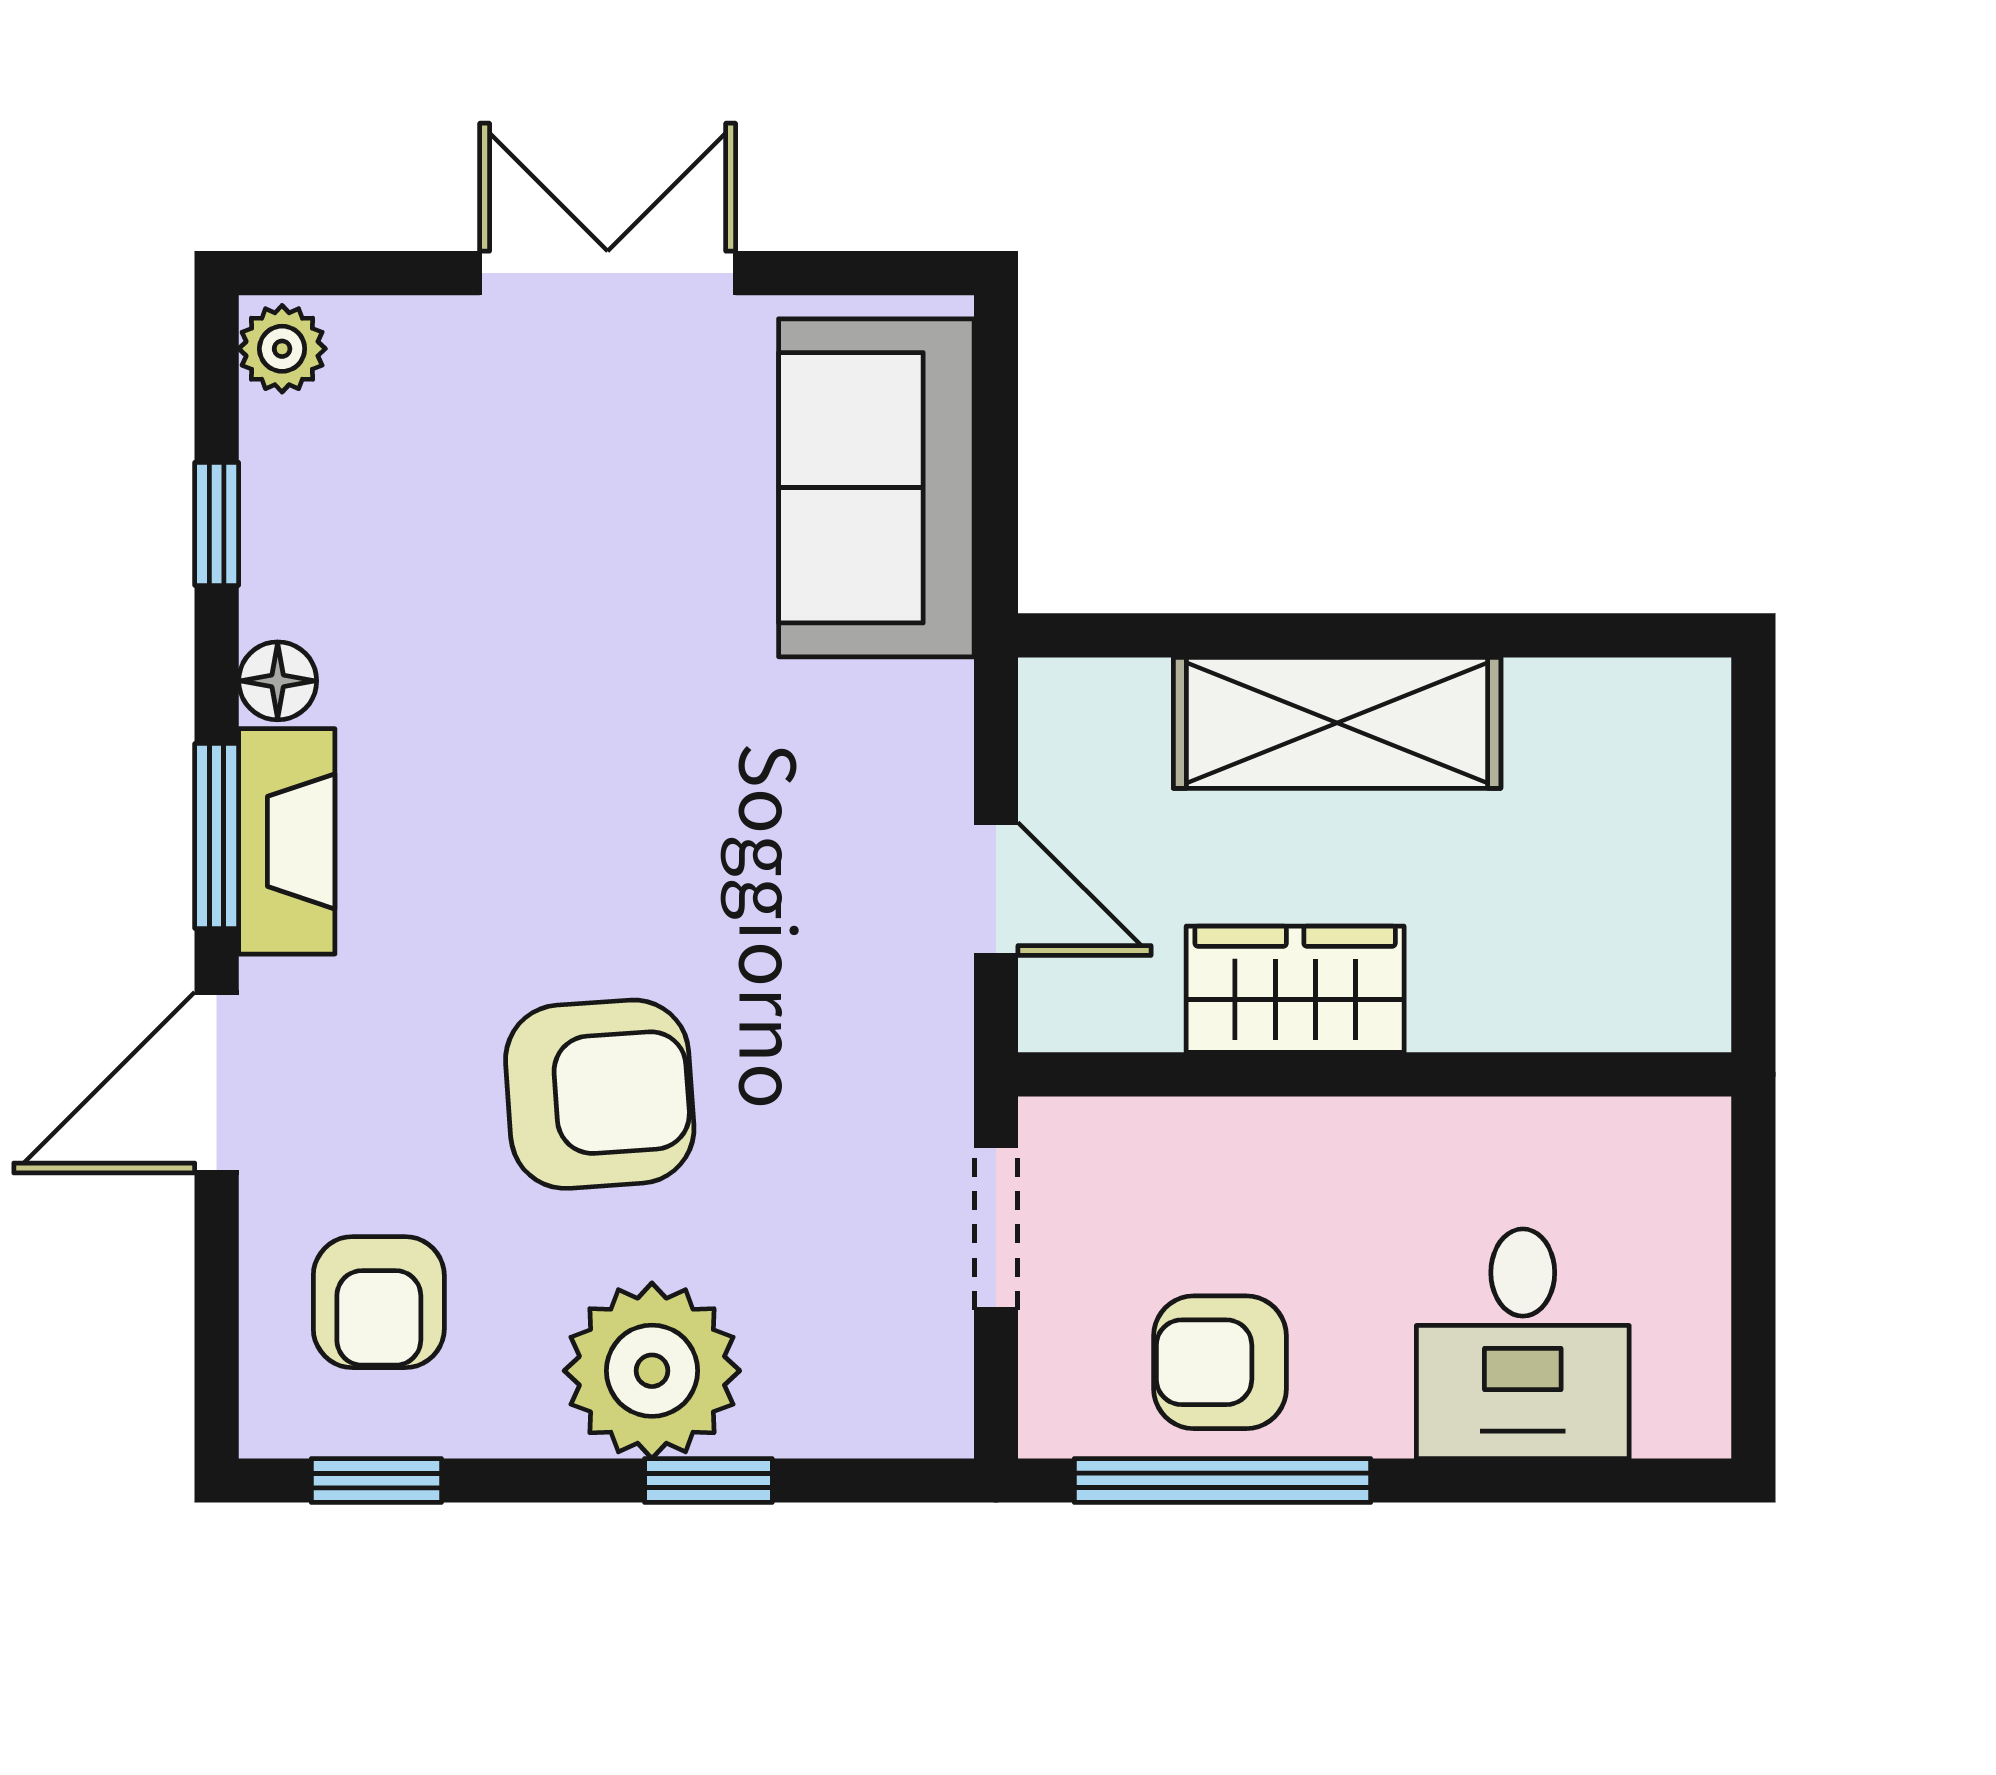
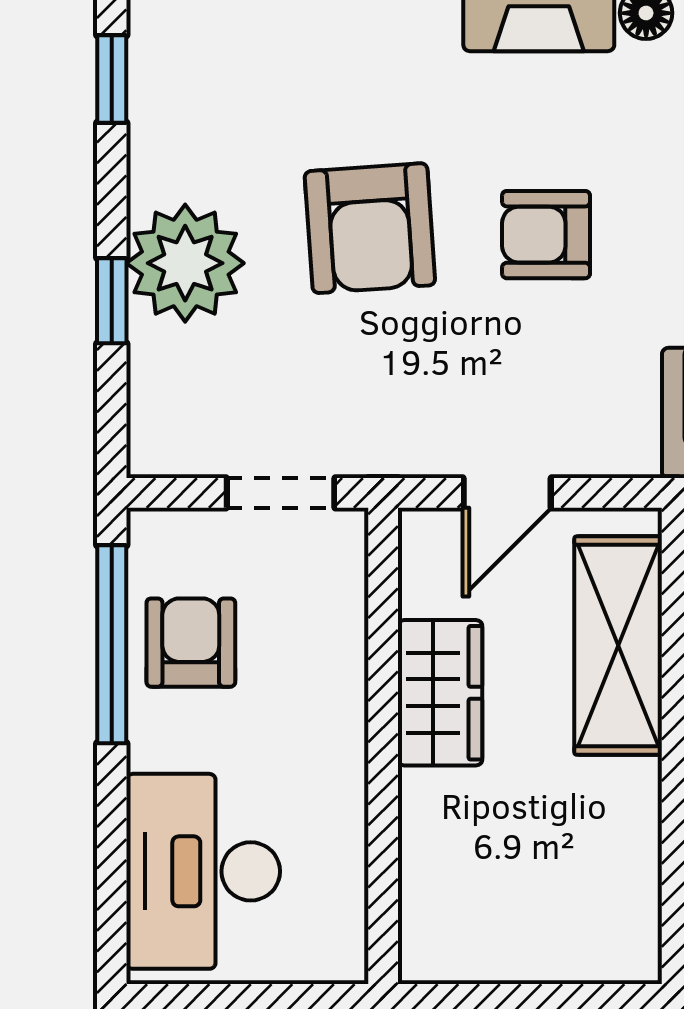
shelving: (1337, 723) -> (618, 646), moved
armchair: (379, 1302) -> (546, 235), moved
desk: (1523, 1344) -> (203, 871), width x1.37

